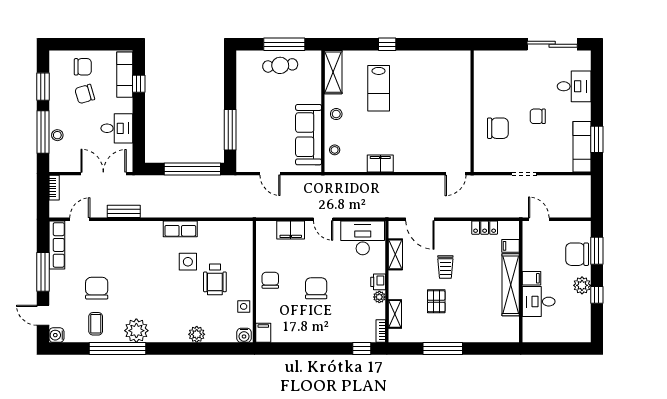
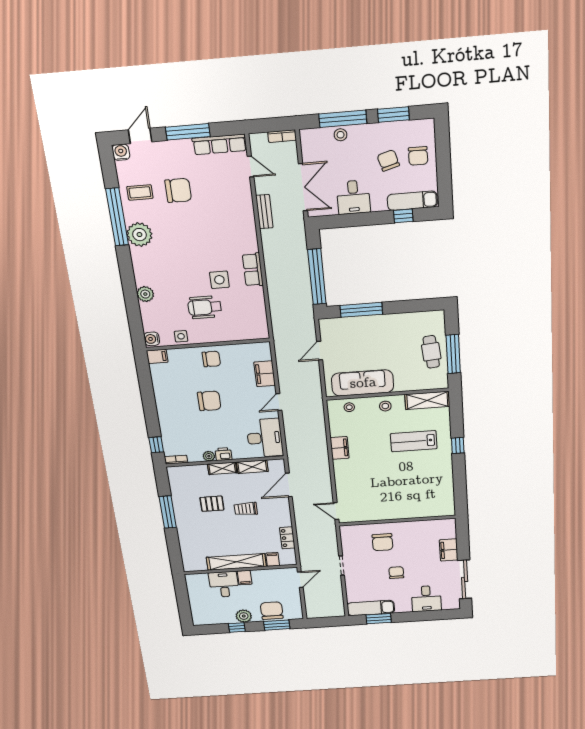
filing cabinet: (513, 59) -> (449, 550), added
shelving: (395, 314) -> (222, 468), moved

